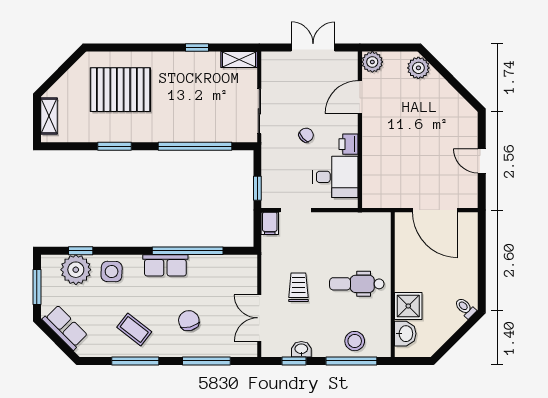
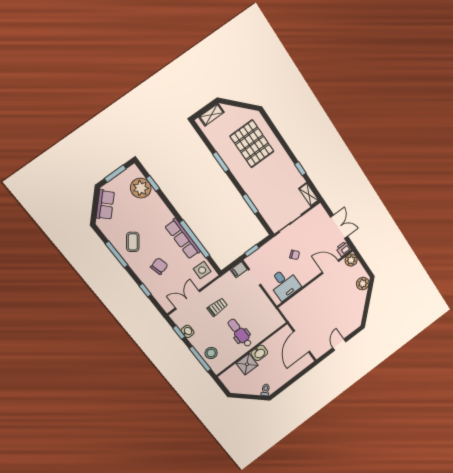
printer: (349, 144) -> (344, 249), moved
window: (195, 146) -> (250, 204), width x0.47
row of seats: (165, 265) -> (183, 239), width x1.48
side table: (112, 272) -> (202, 270), moved
washbasin: (405, 334) -> (259, 353), moved
window: (206, 361) -> (145, 290), width x0.46

